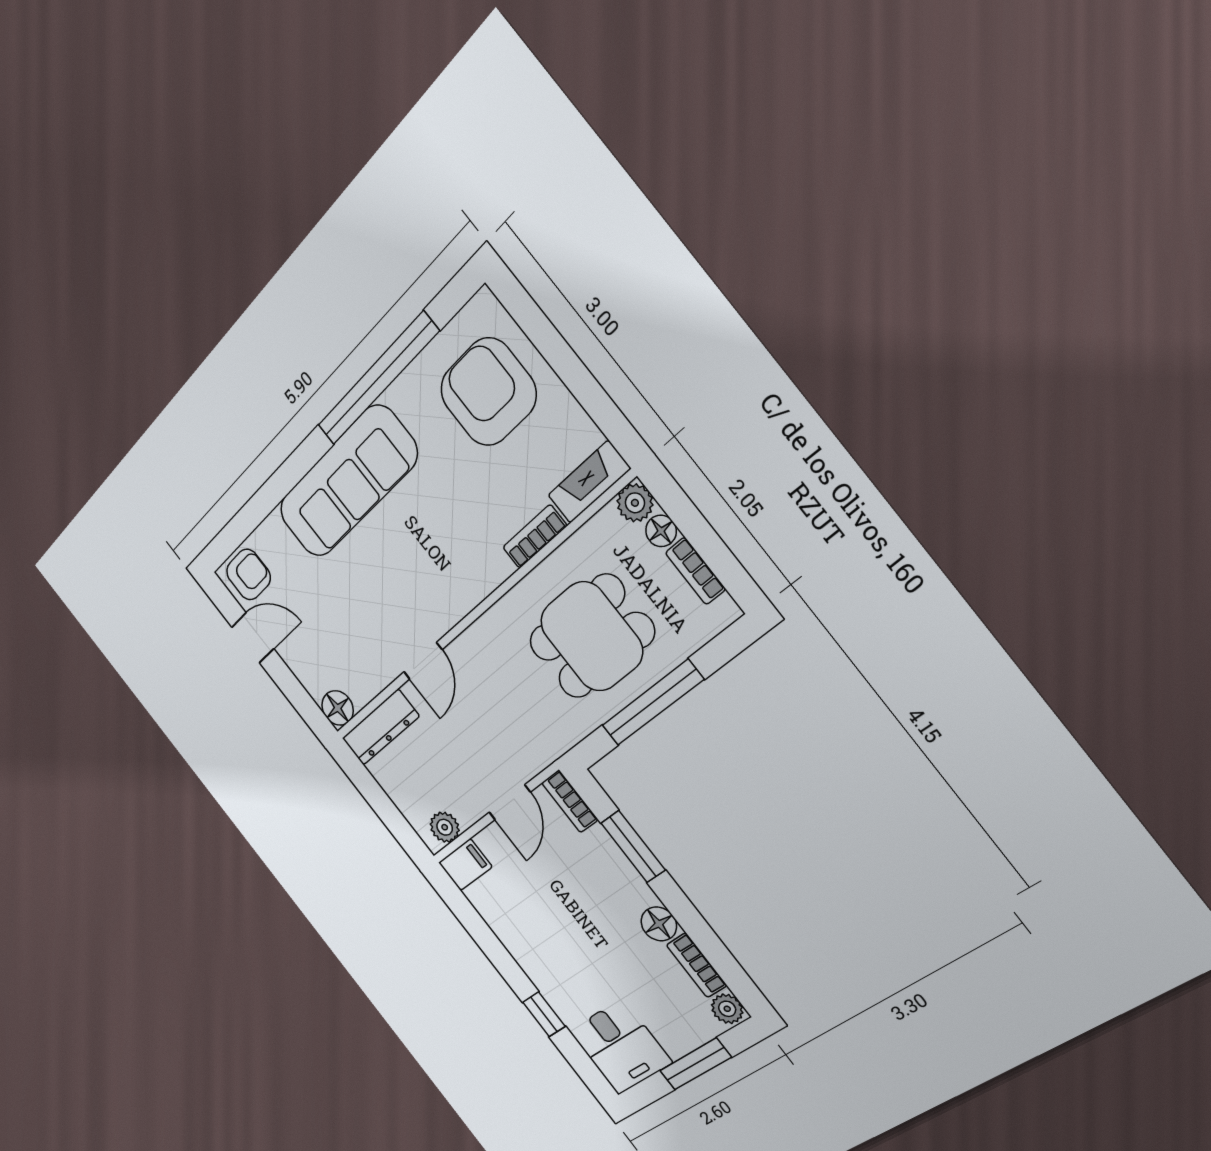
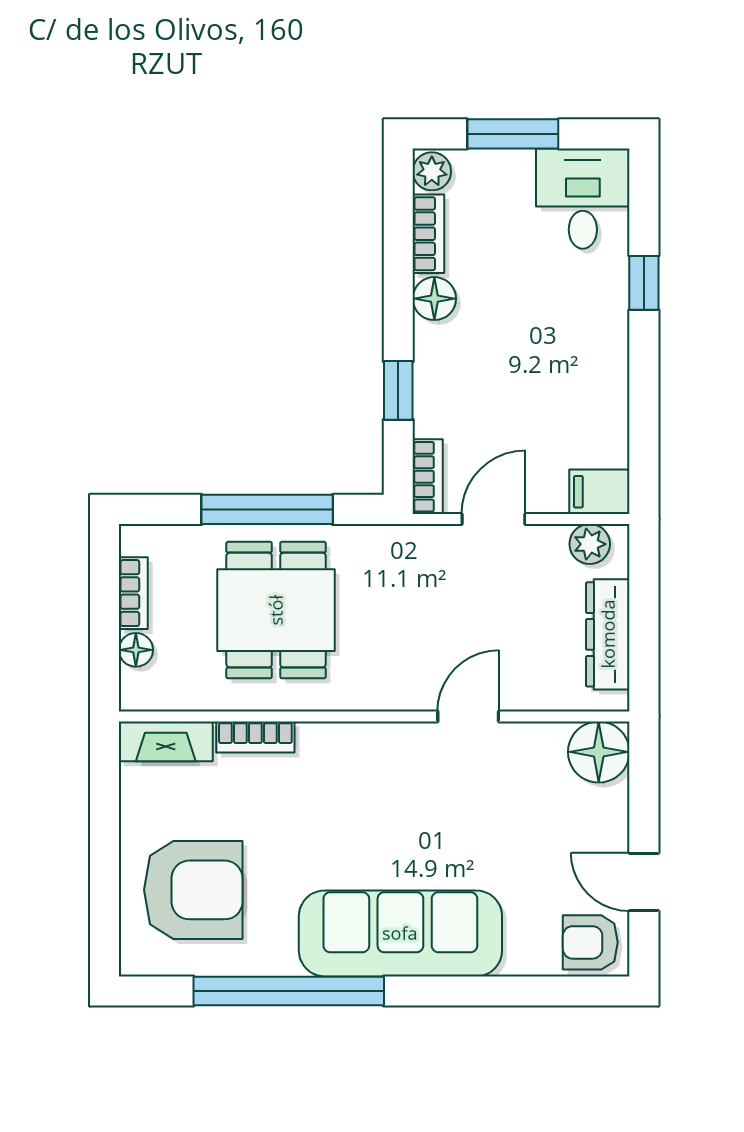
armchair: (488, 392) -> (193, 890), turned -90
plant: (635, 503) -> (139, 691), removed
dining table: (591, 637) -> (276, 610), turned 90
floor lamp: (338, 708) -> (599, 752), width x1.38, depth x1.38
dresser: (380, 727) -> (608, 634), moved, turned -90
window: (633, 847) -> (398, 390), width x0.67

